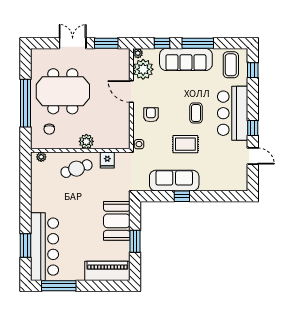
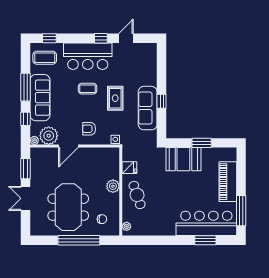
piano: (107, 271) -> (228, 182), moved

